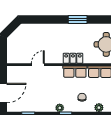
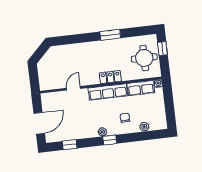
row of seats: (75, 72) -> (108, 92), width x1.48

